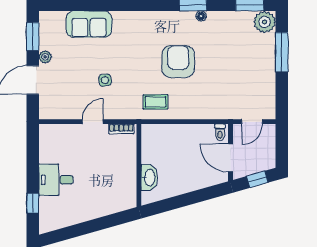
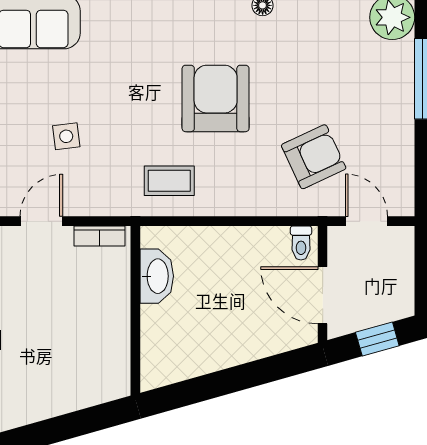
armchair: (226, 90) -> (314, 157), added
door: (252, 122) -> (367, 221), swing flipped
washbasin: (149, 178) -> (157, 276), moved

